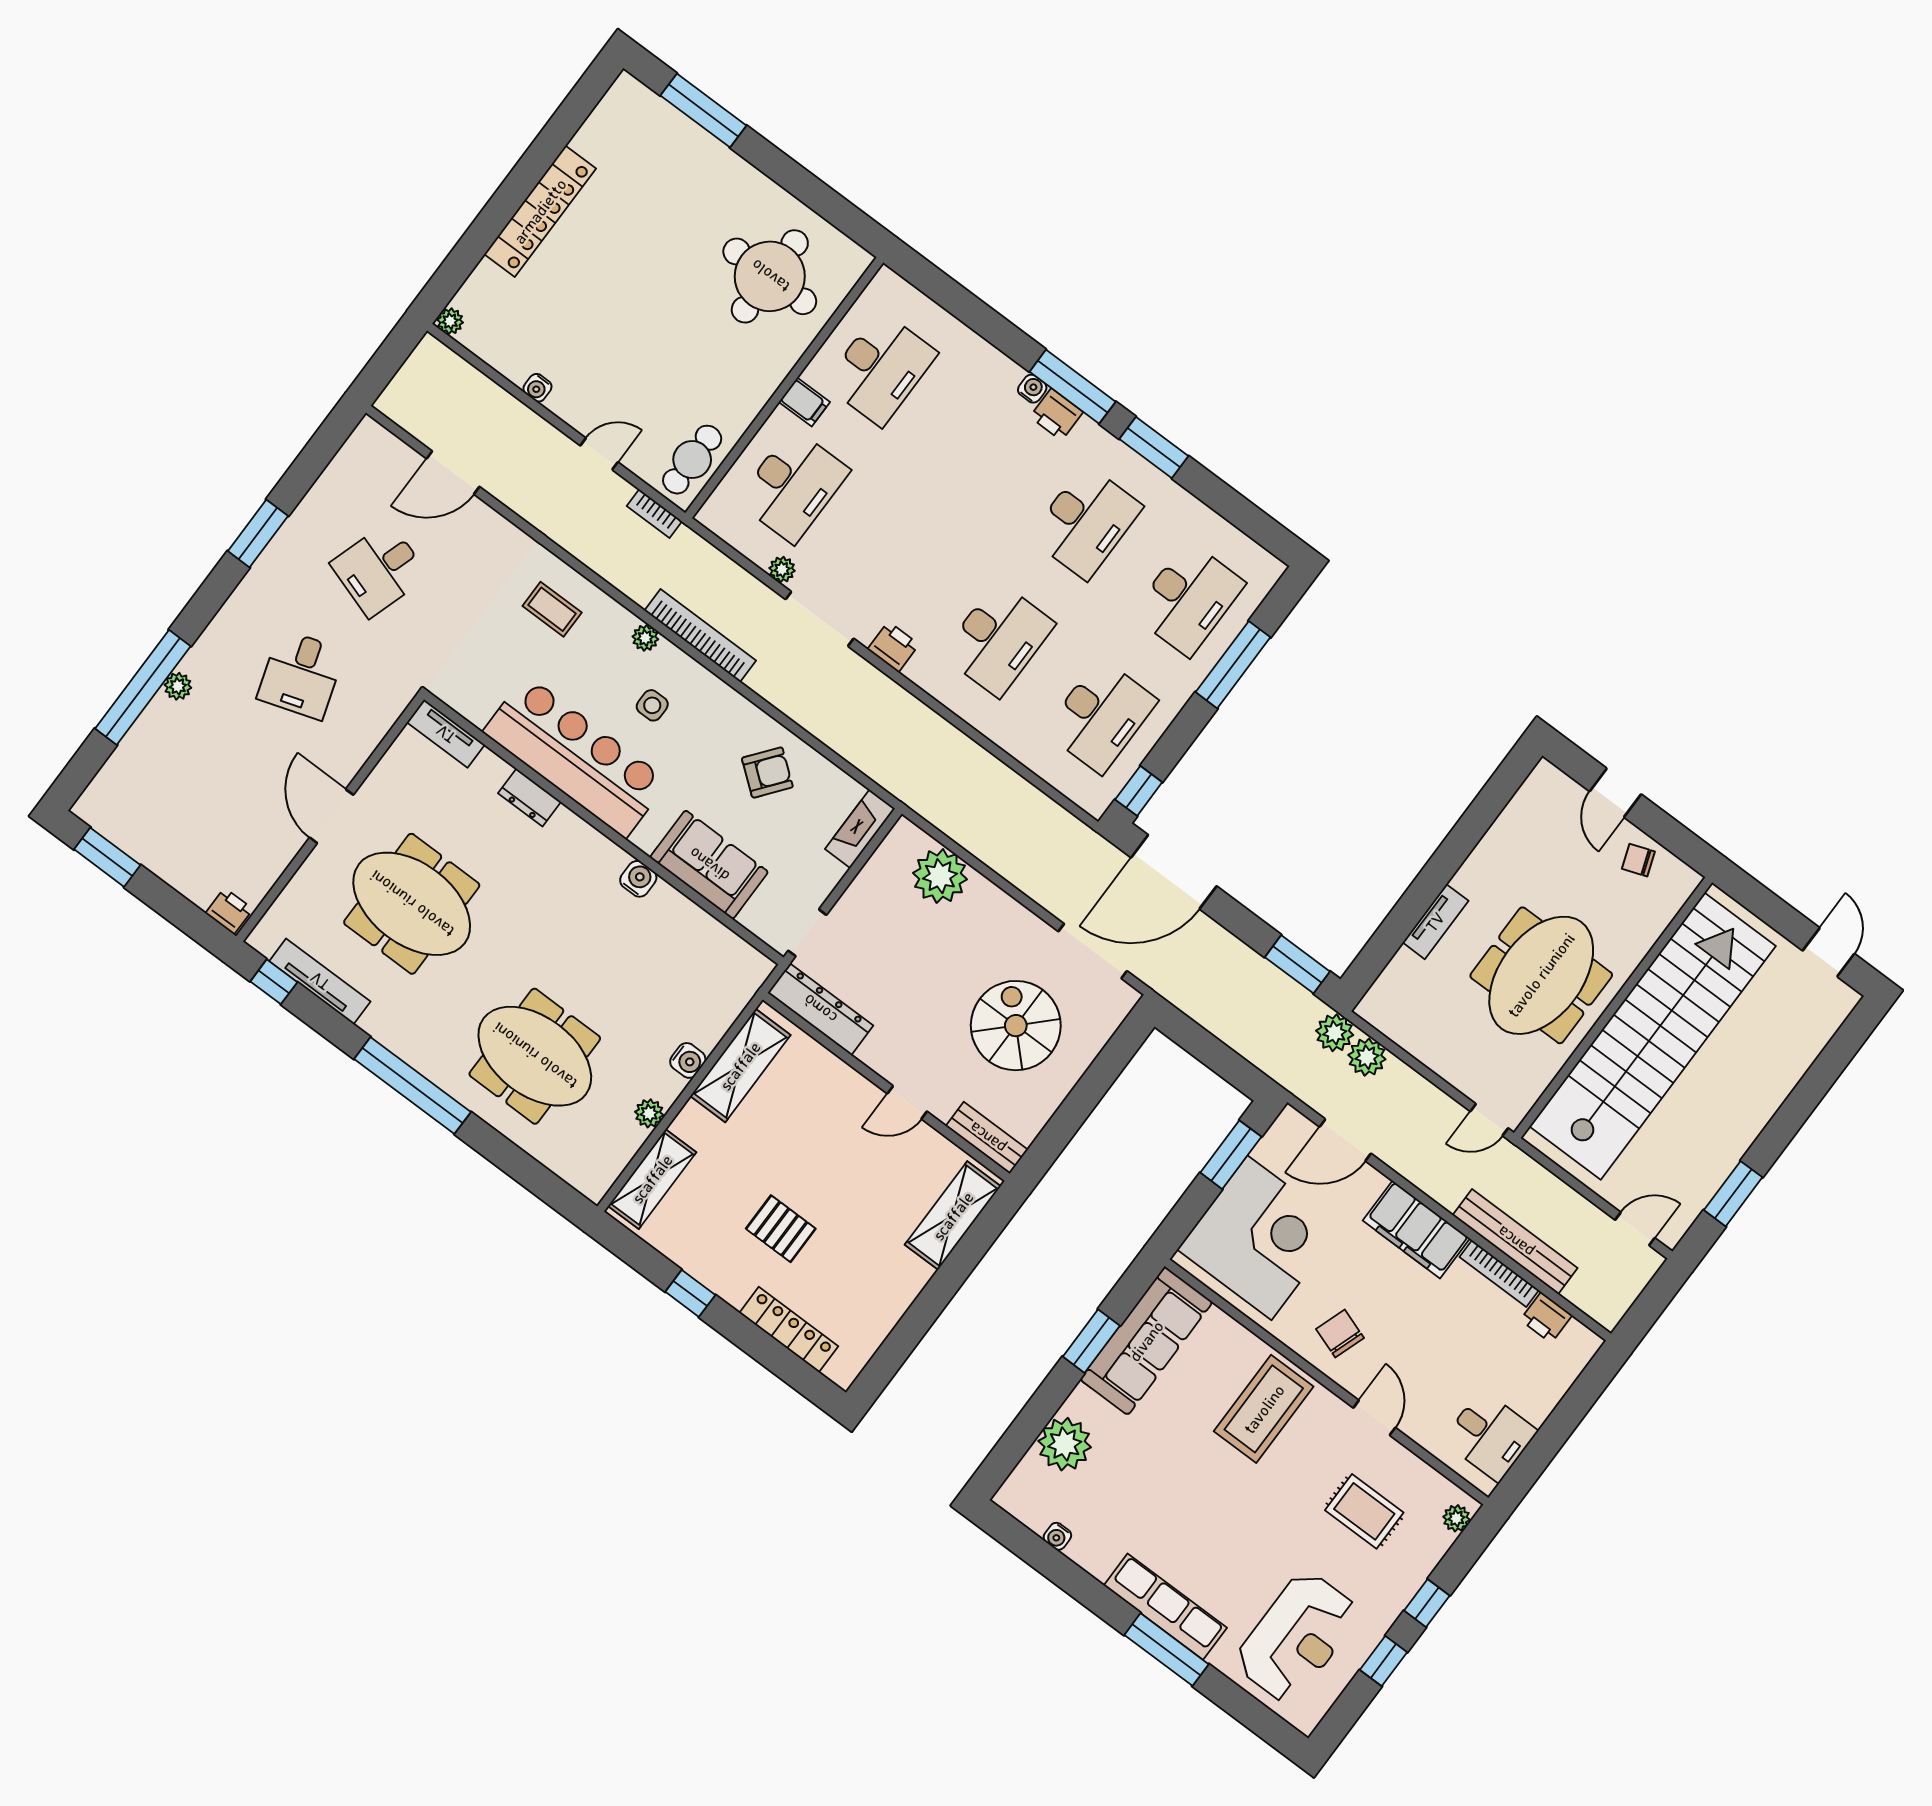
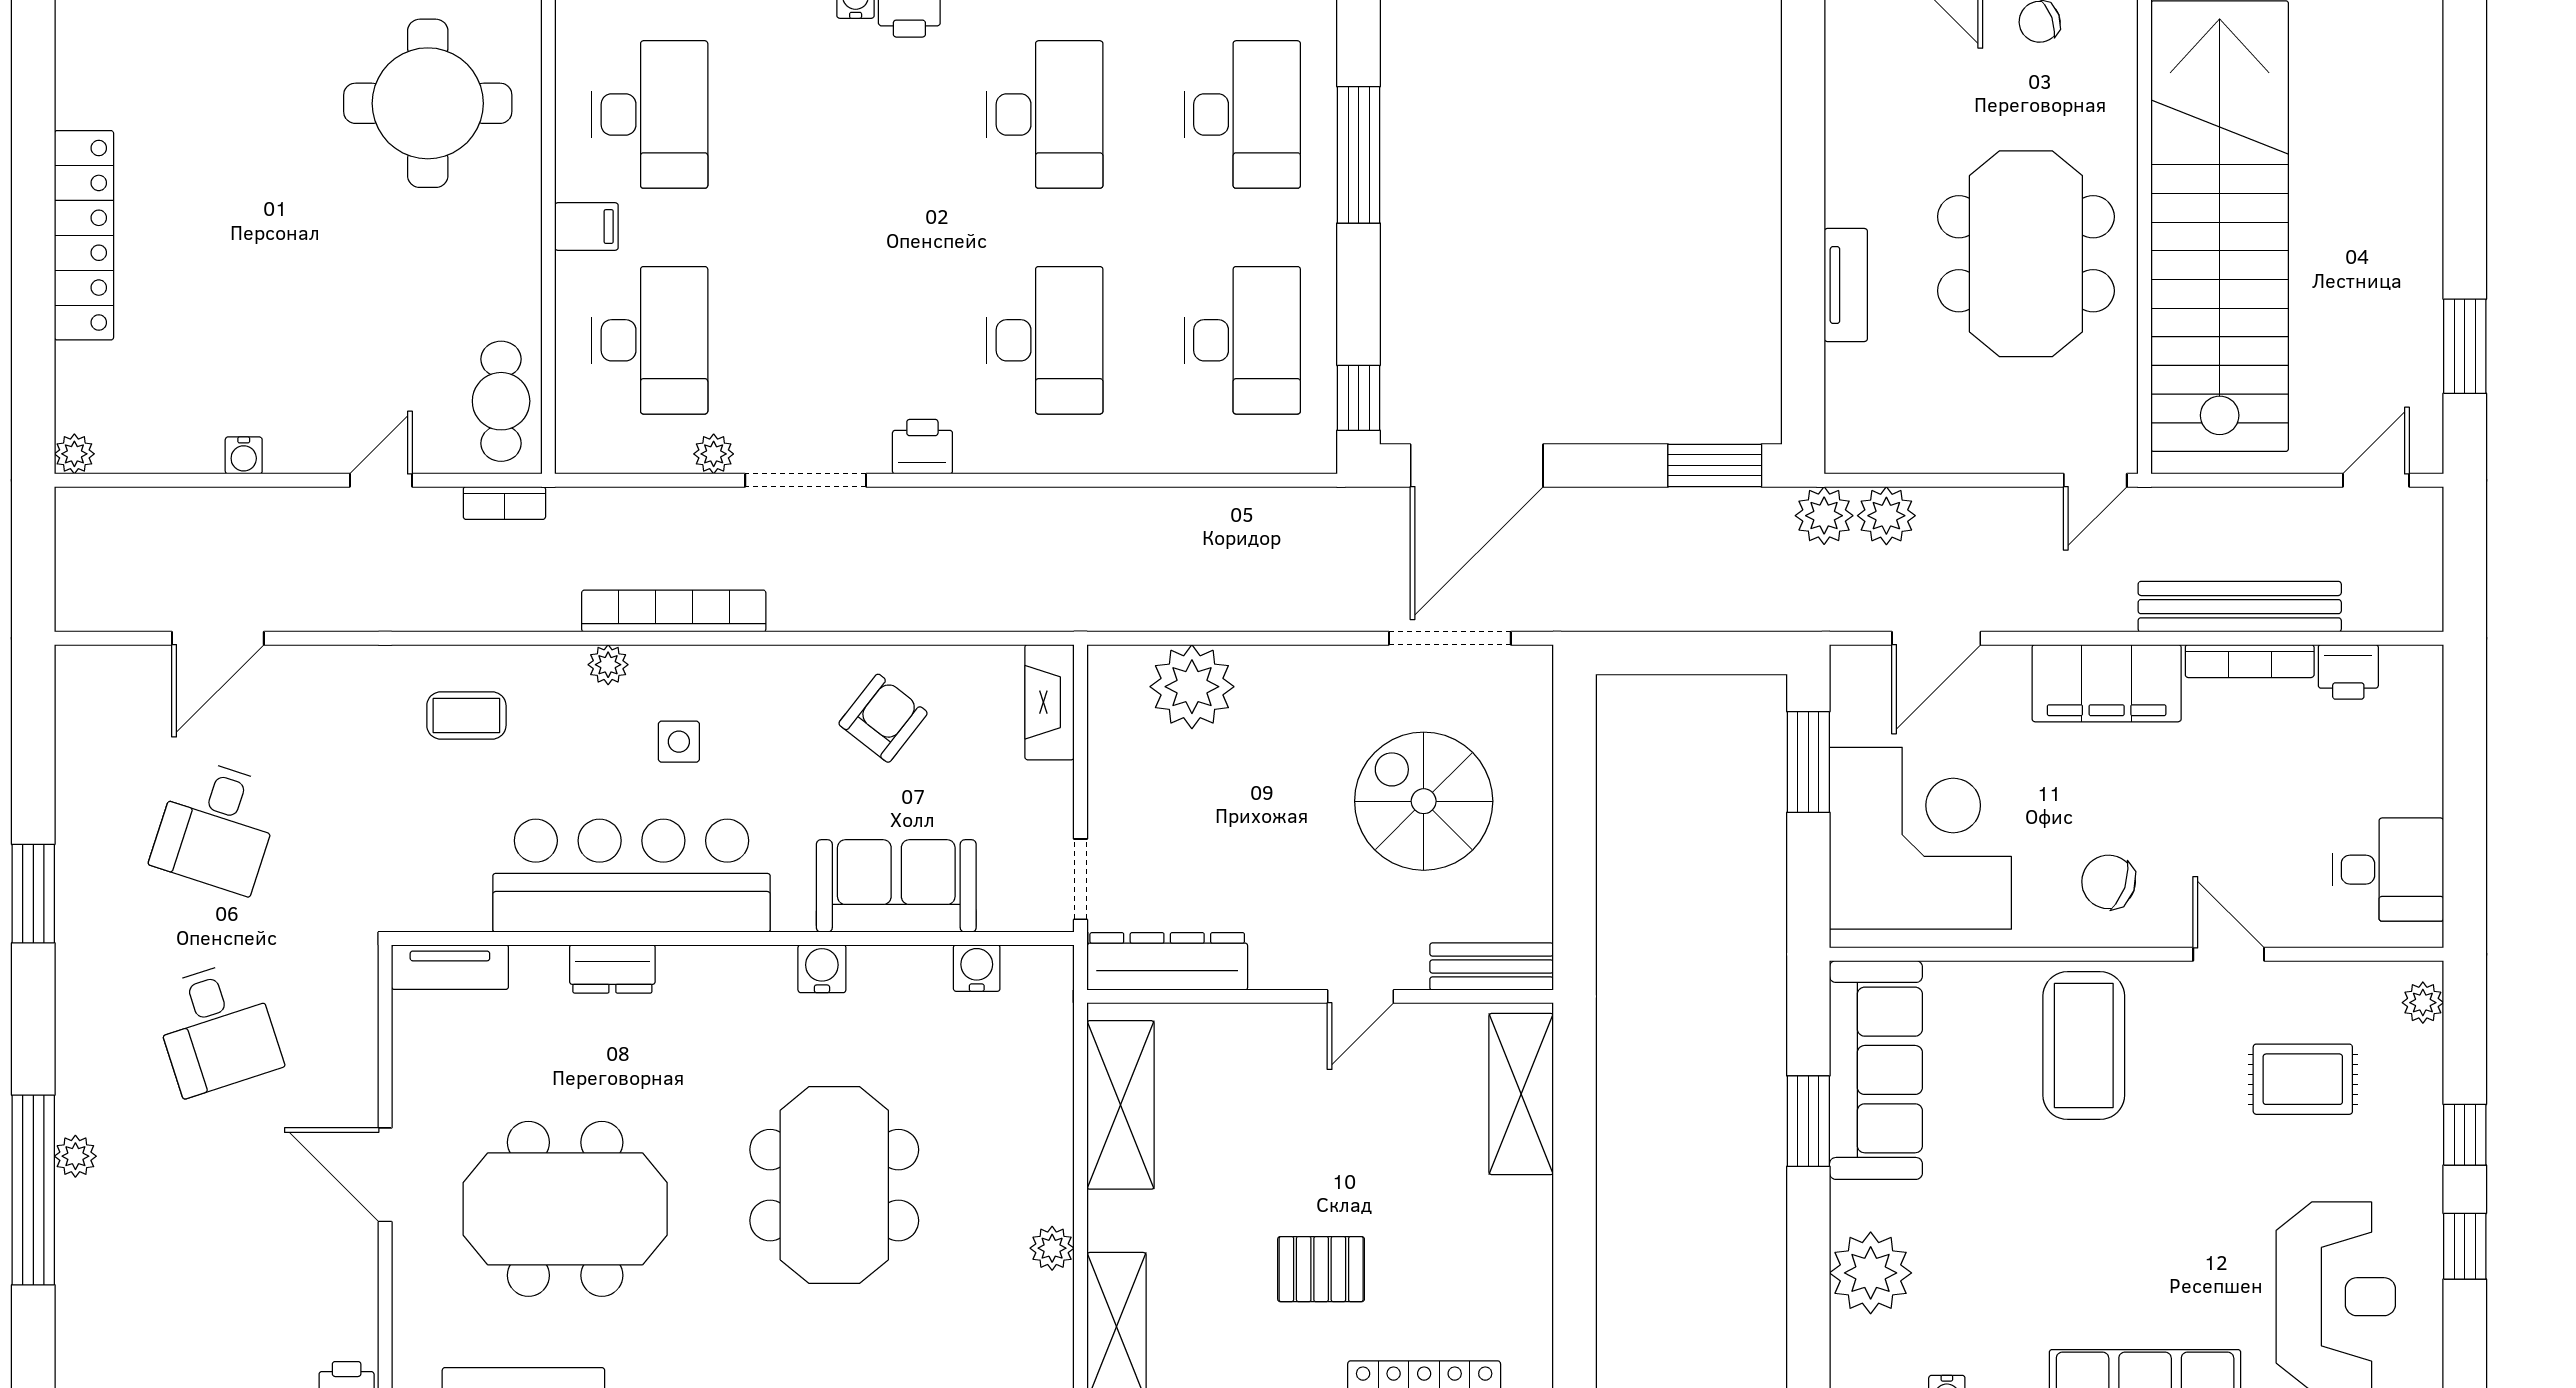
meeting table: (535, 1056) -> (834, 1185), moved, turned 90
water cooler: (688, 1060) -> (977, 968), moved, turned -90

